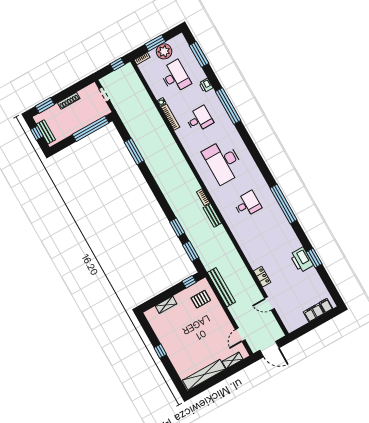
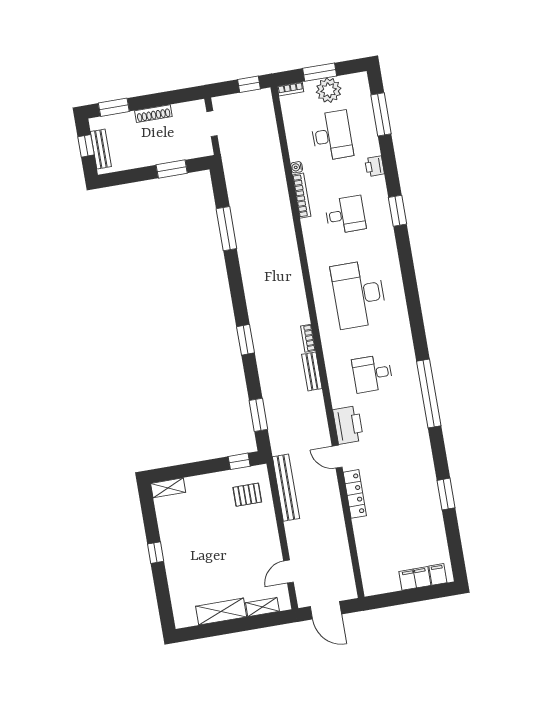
window: (228, 106) -> (397, 211), width x0.47
window: (91, 129) -> (172, 169), width x0.47
desk: (247, 204) -> (372, 374), turned 180
window: (177, 227) -> (245, 340), moved
printer: (302, 260) -> (348, 425), moved, turned 180
locker: (262, 277) -> (355, 494), width x1.53
door: (269, 303) -> (337, 457), moved
shelving: (166, 305) -> (168, 488), moved
shelving: (204, 375) -> (221, 612), width x0.68

